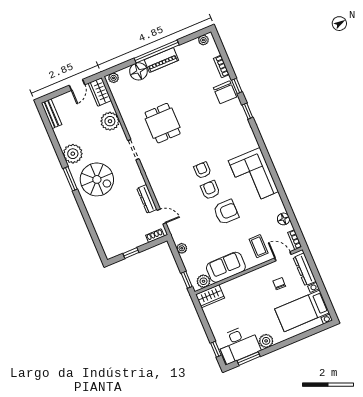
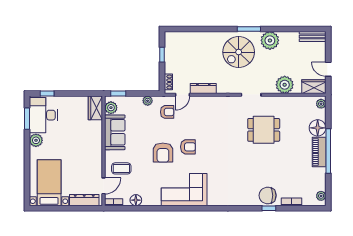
window: (247, 111) -> (243, 208), removed
armchair: (202, 170) -> (167, 112), moved
chair: (279, 284) -> (81, 173), removed

